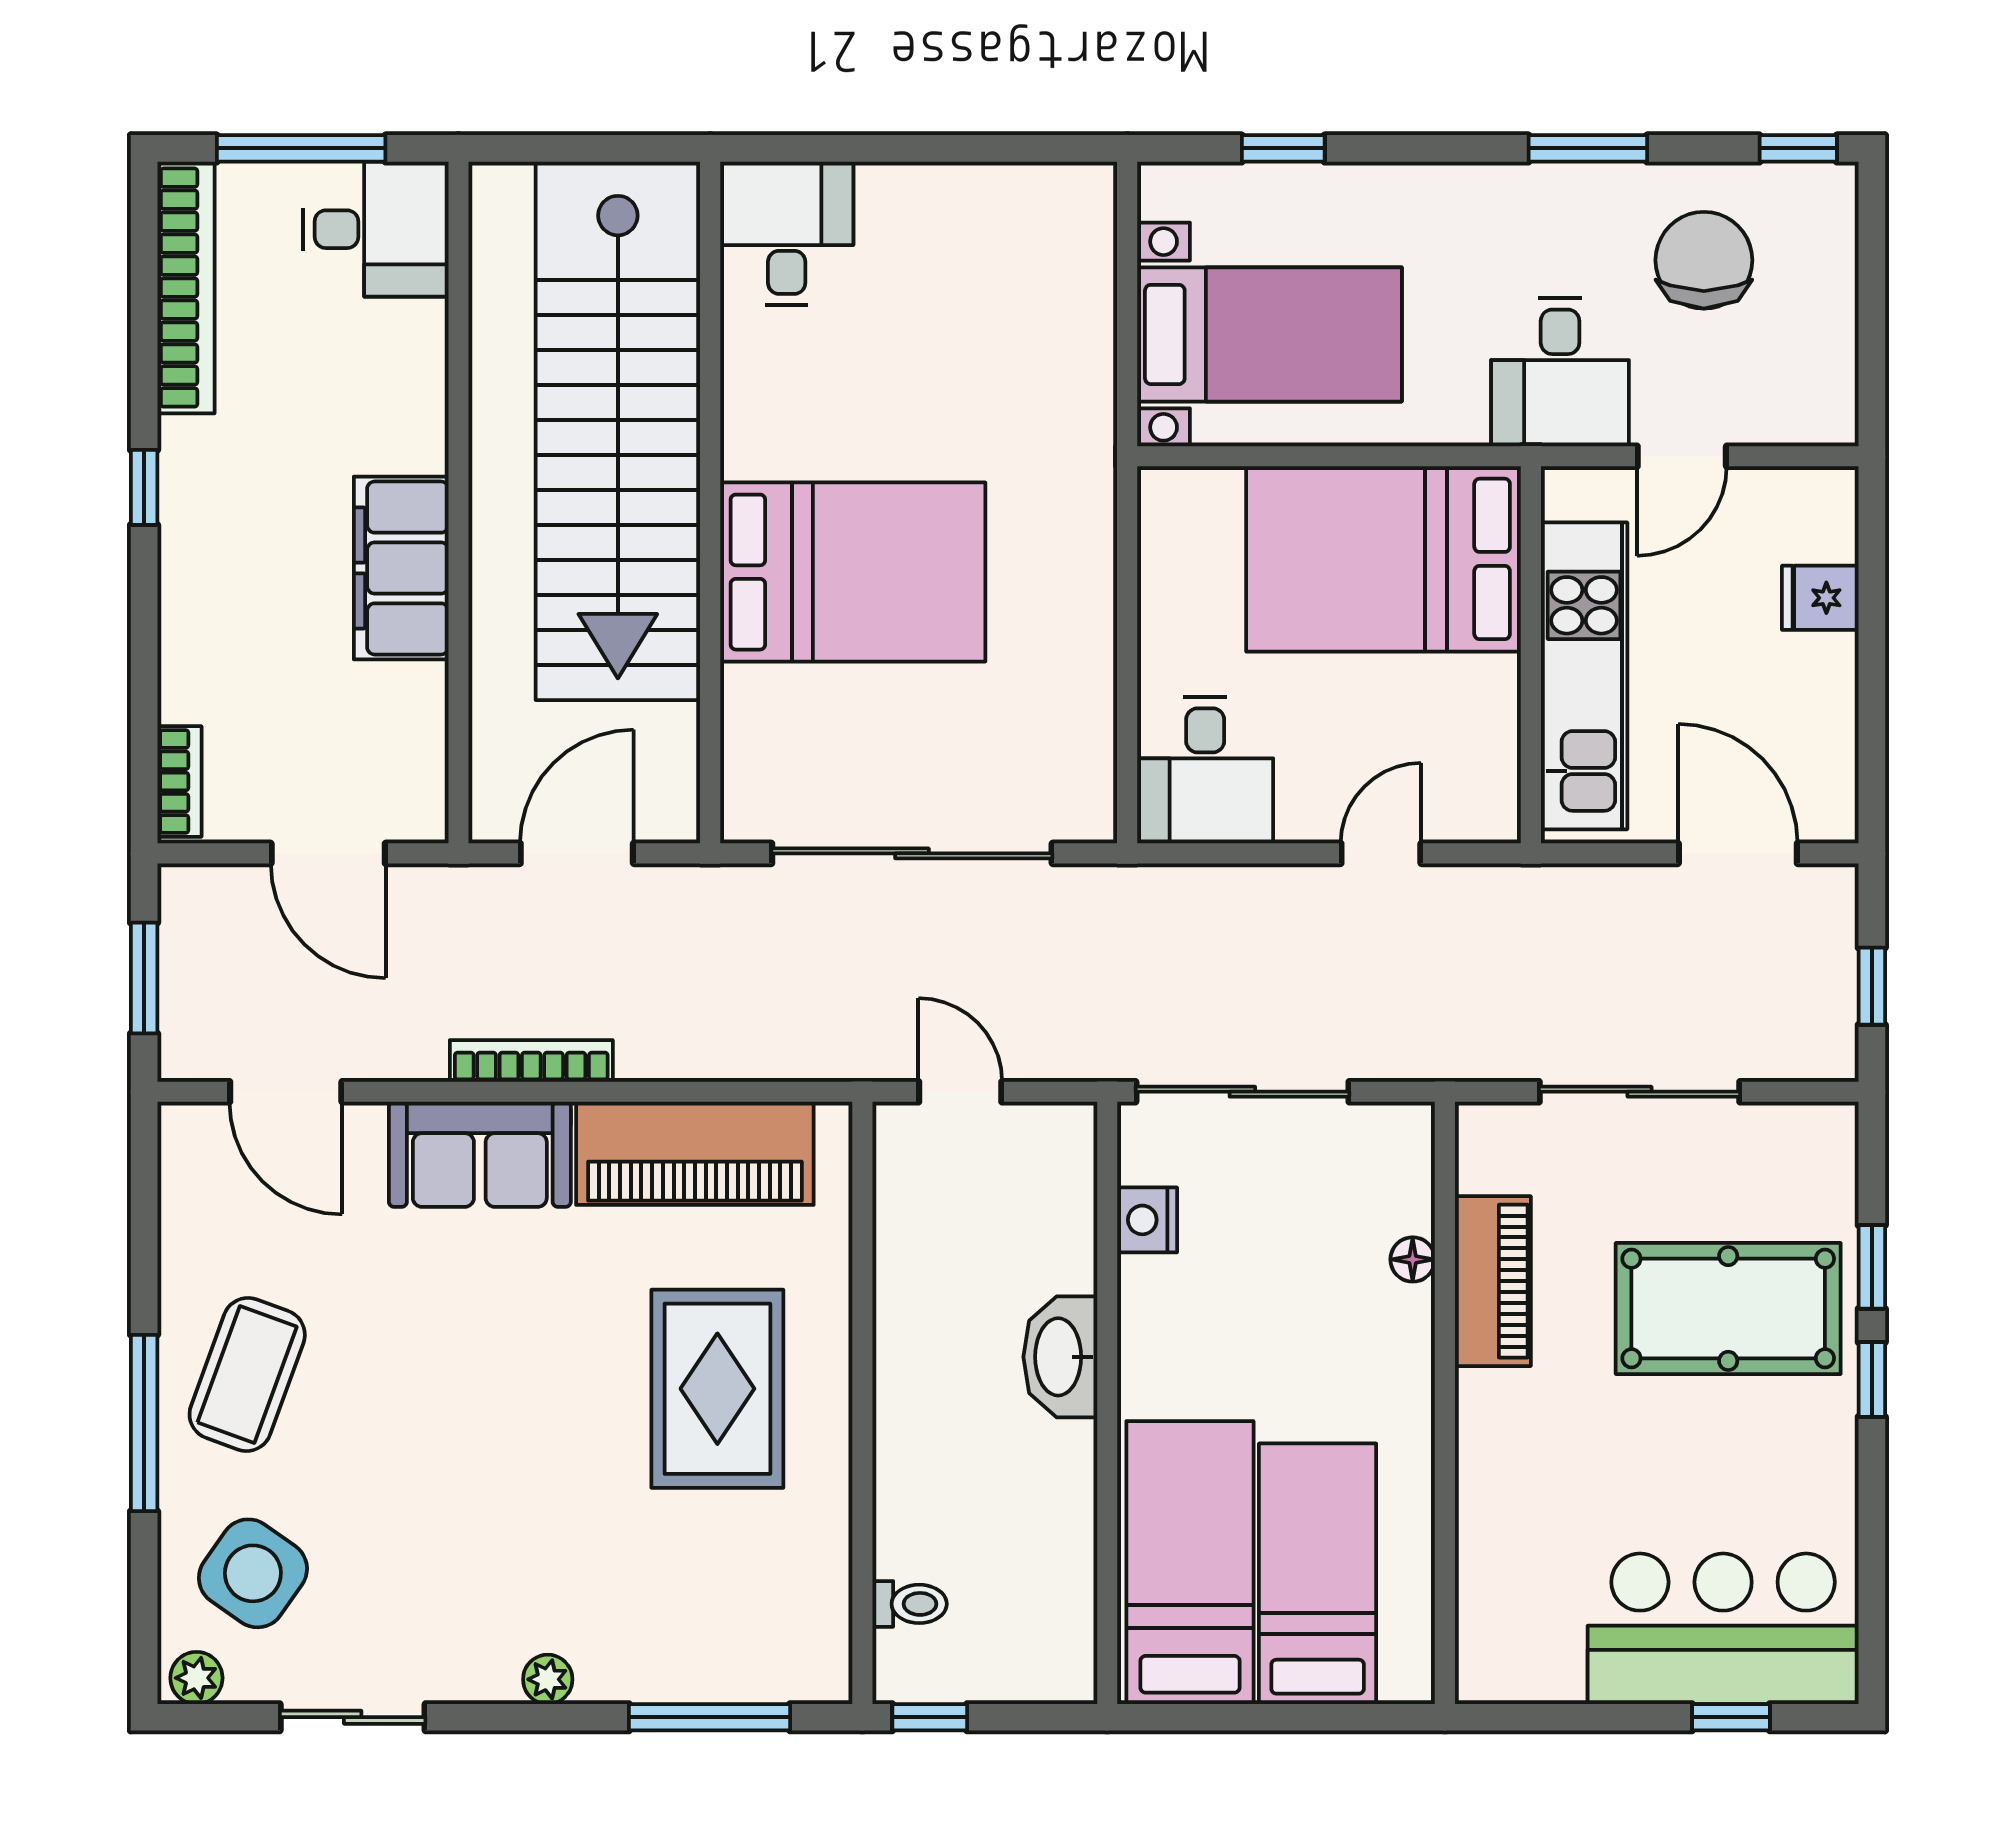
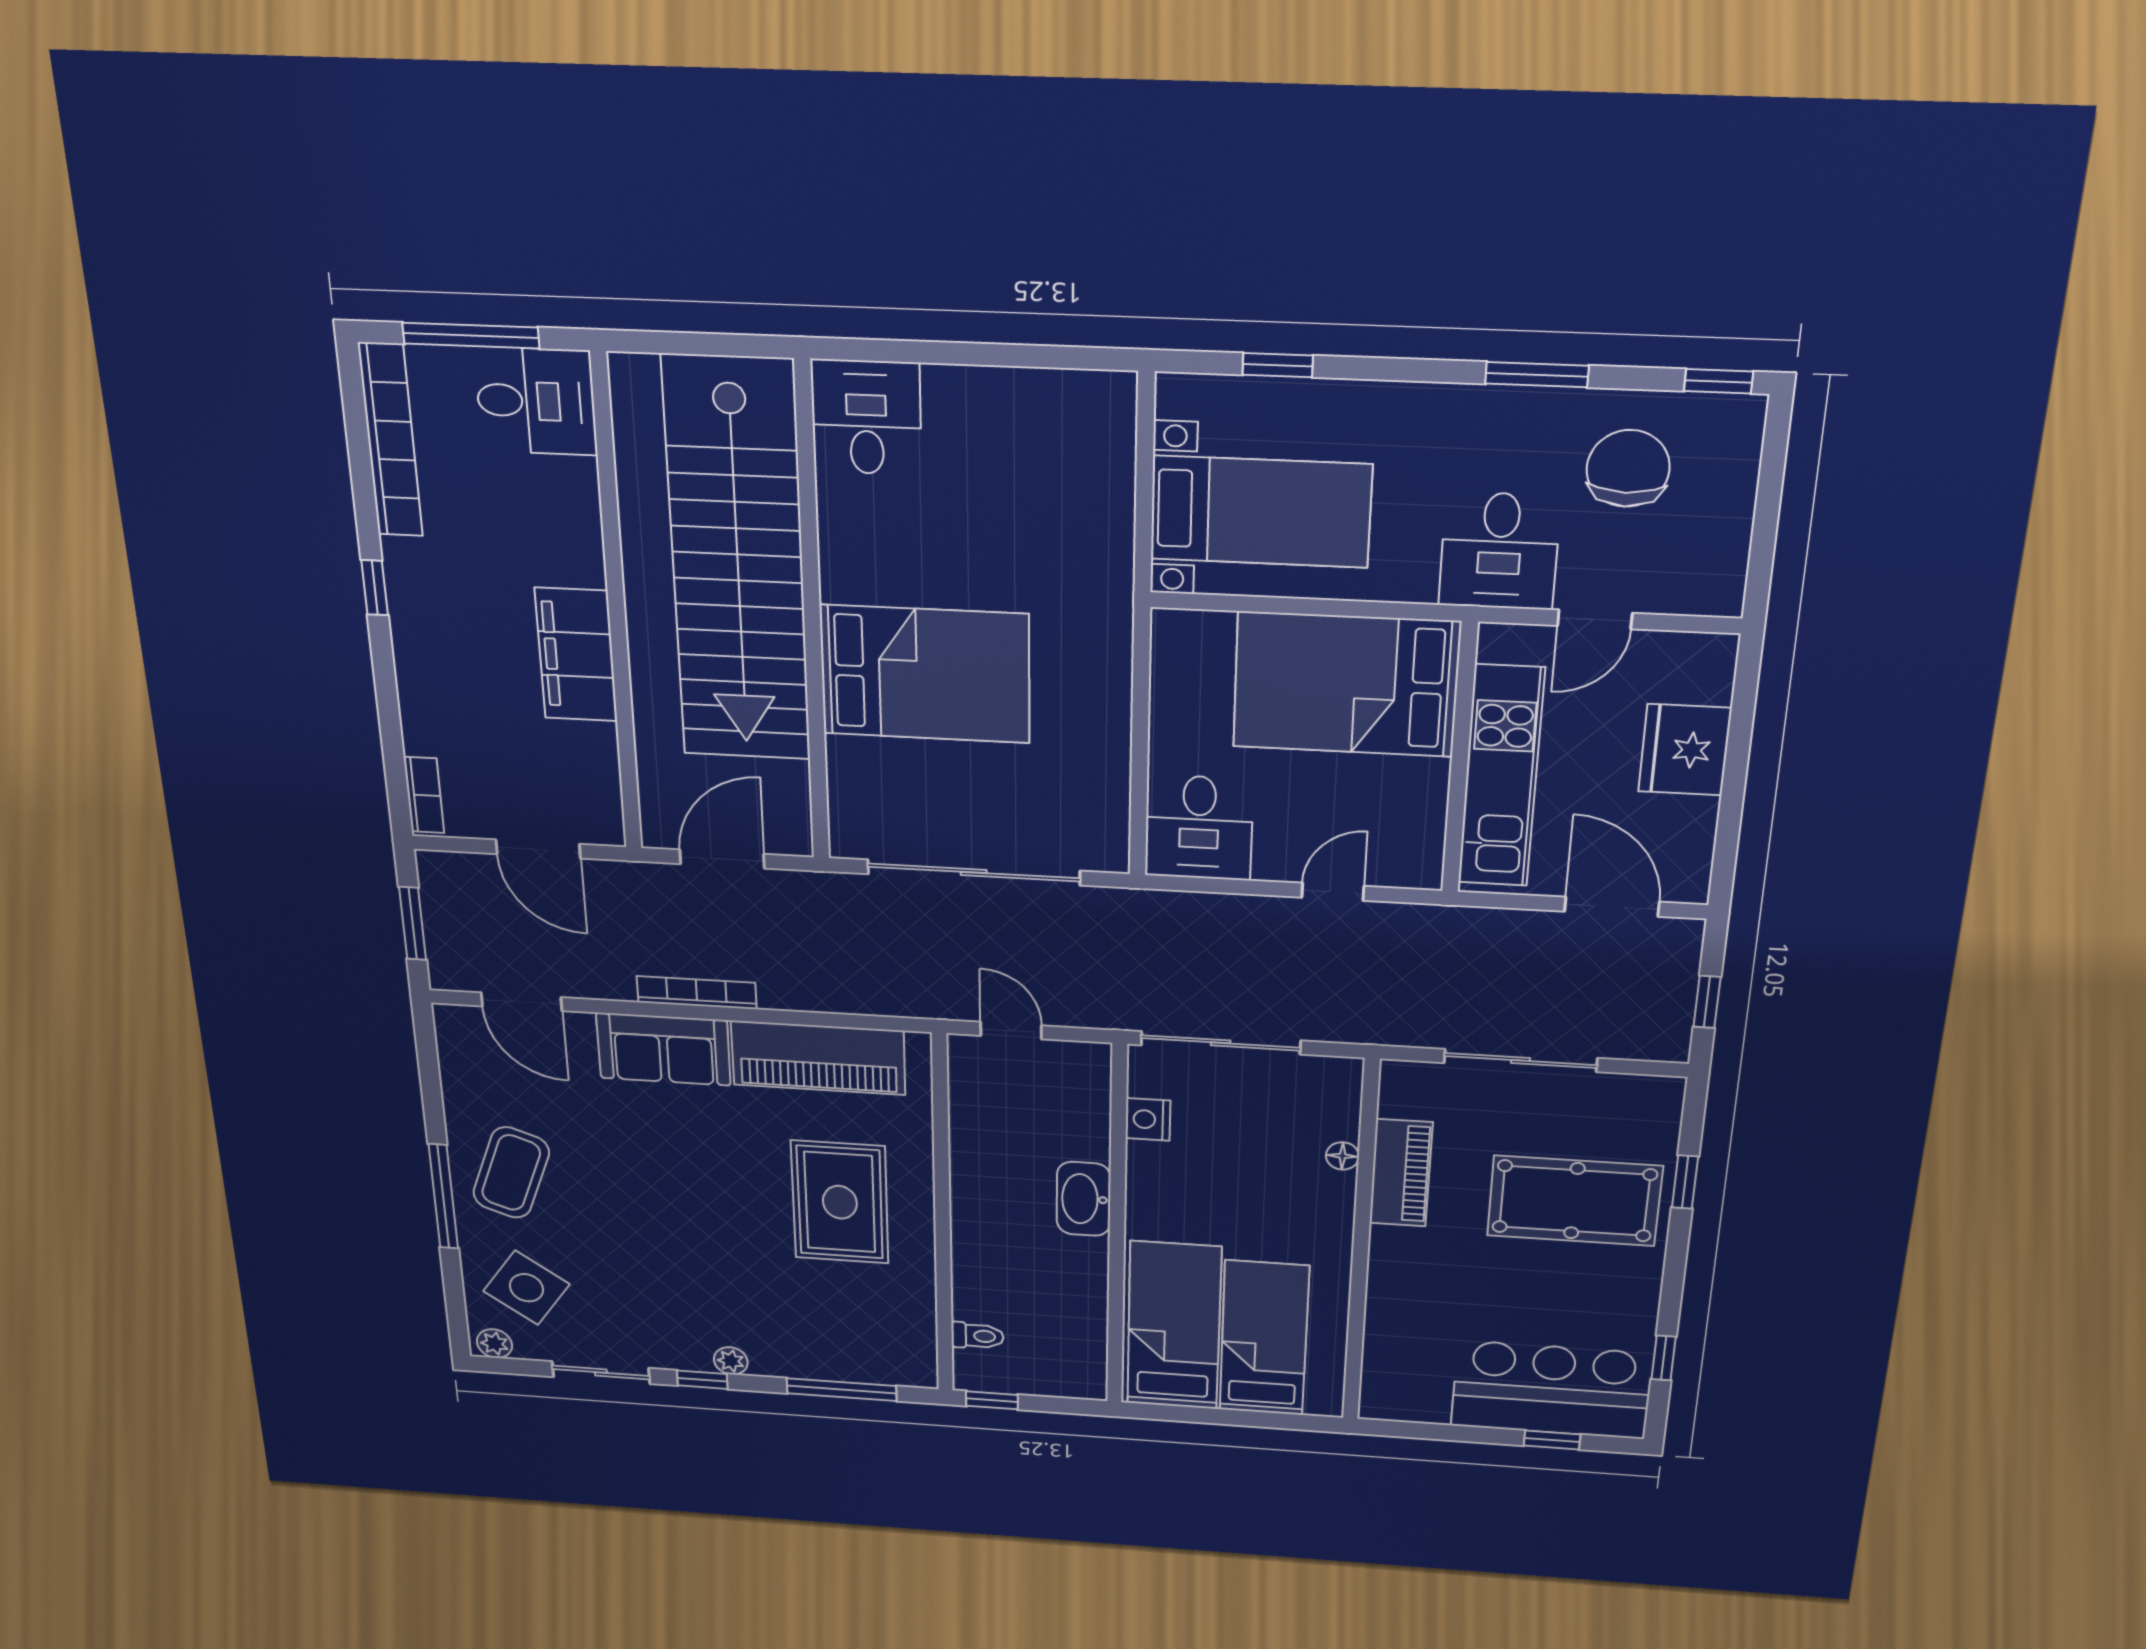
fridge: (1820, 598) -> (1685, 750), width x1.88, depth x1.34
window: (1872, 1379) -> (1664, 1358), moved
window: (504, 1717) -> (702, 1380), added

